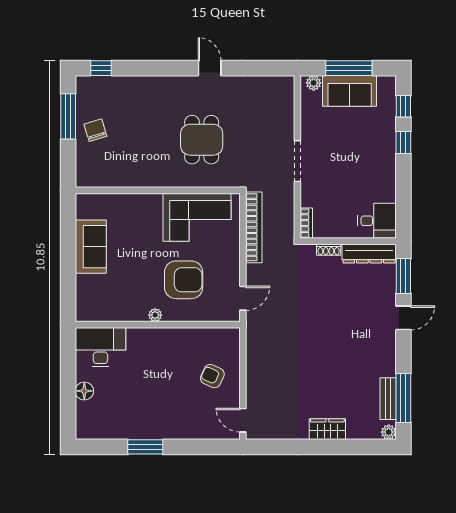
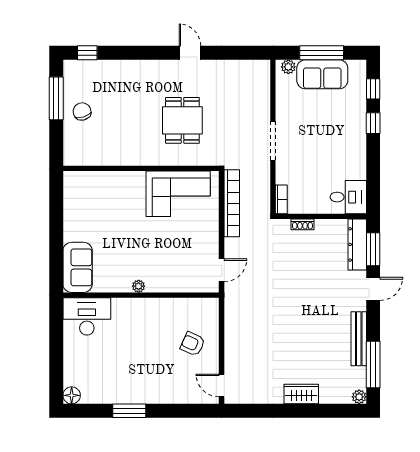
sofa: (91, 247) -> (78, 267), moved
dresser: (369, 254) -> (357, 244), moved, turned 90
armchair: (184, 280) -> (165, 253), removed
floor lamp: (84, 391) -> (72, 395), moved
bench: (388, 399) -> (359, 339), moved, width x1.36

